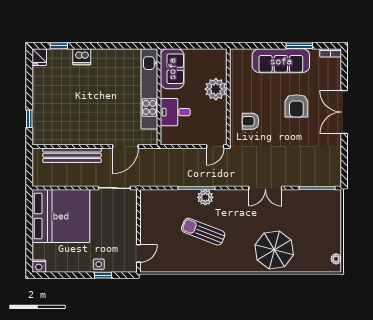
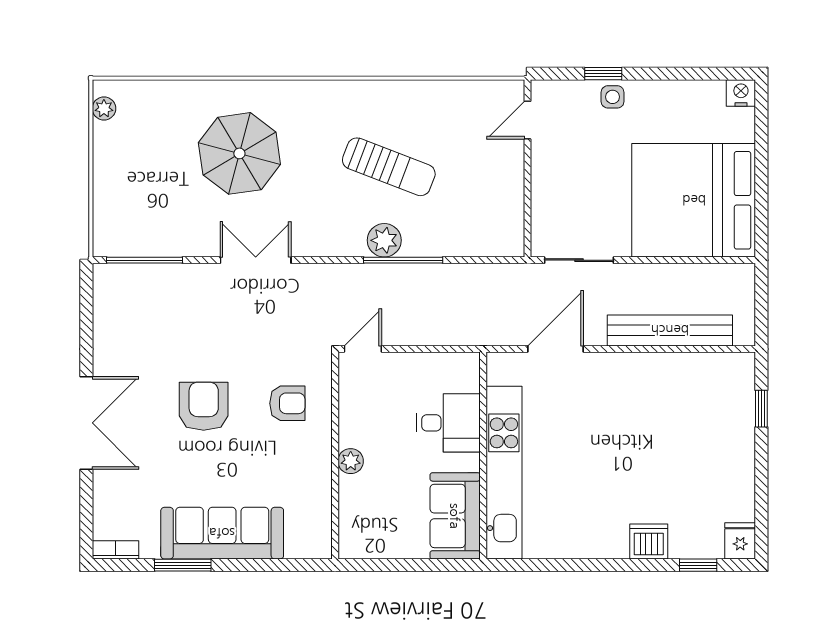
plant: (216, 89) -> (351, 461), width x0.53, depth x0.53
armchair: (296, 106) -> (204, 406), moved
parasol: (274, 250) -> (239, 153), moved

